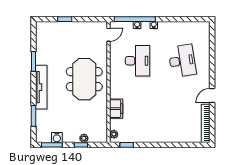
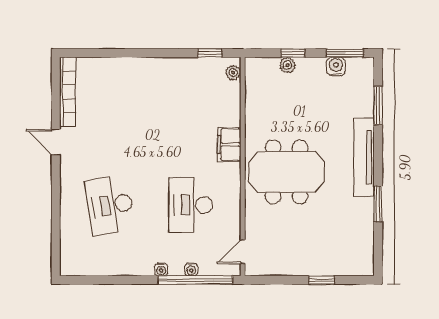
meeting table: (84, 79) -> (287, 172), turned 90
door: (212, 96) -> (56, 142), swing flipped
filing cabinet: (116, 109) -> (229, 145), moved

